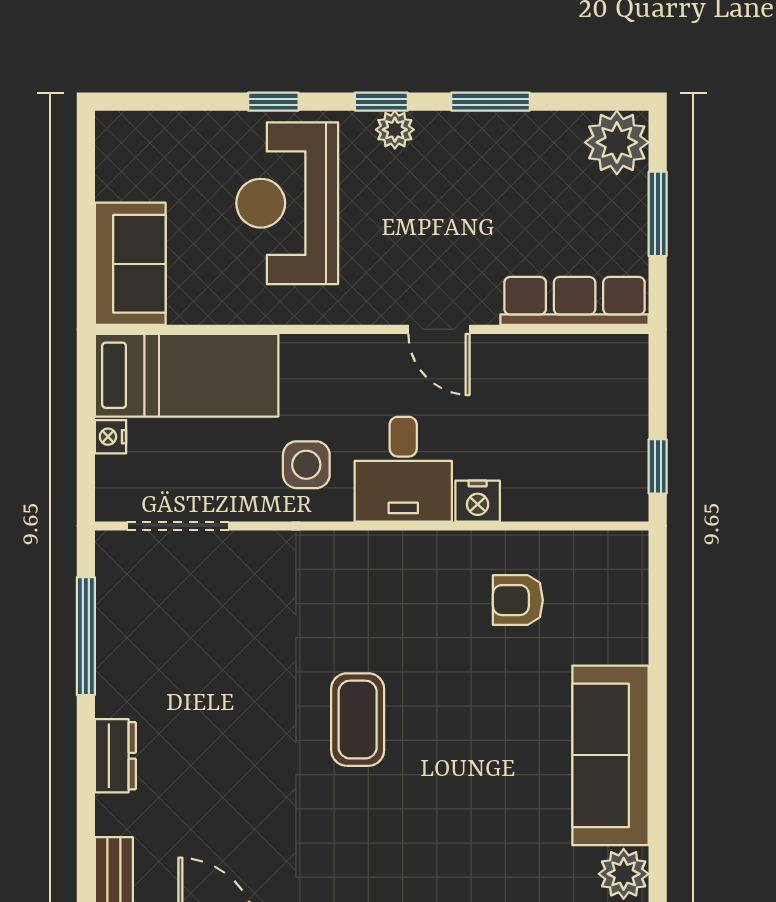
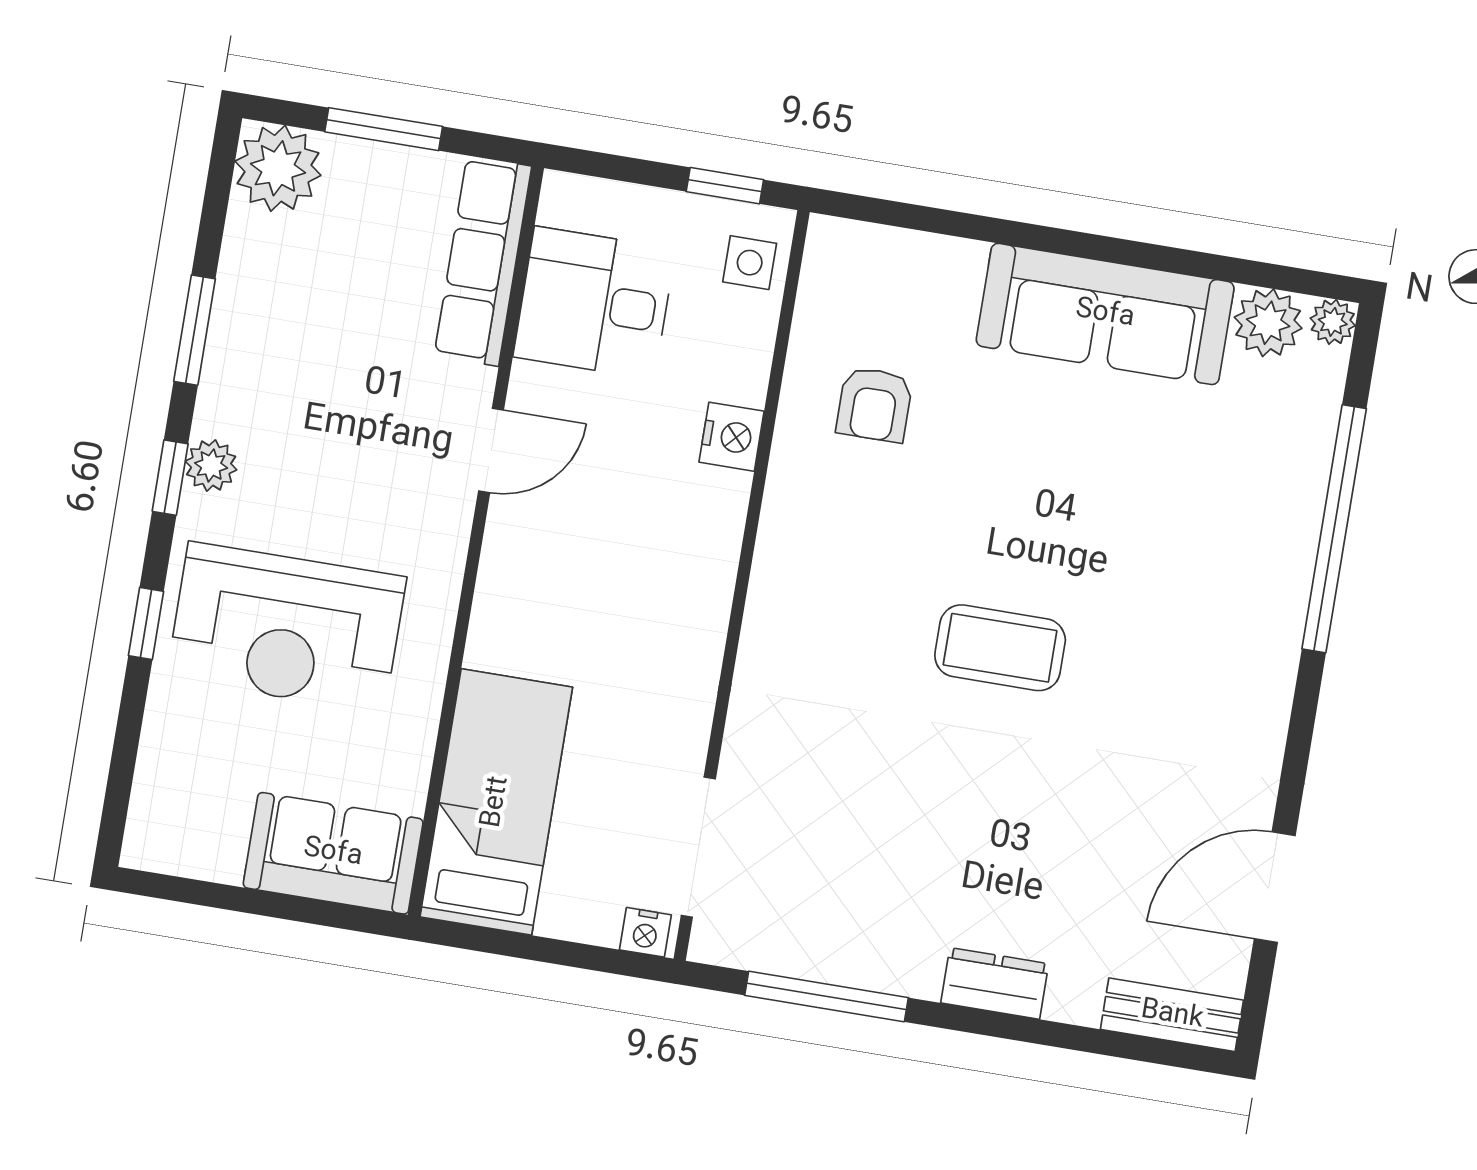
nightstand: (110, 437) -> (645, 932), moved
side table: (306, 465) -> (750, 263), moved, width x0.73, depth x0.73
desk: (403, 469) -> (594, 303), moved, turned 180

